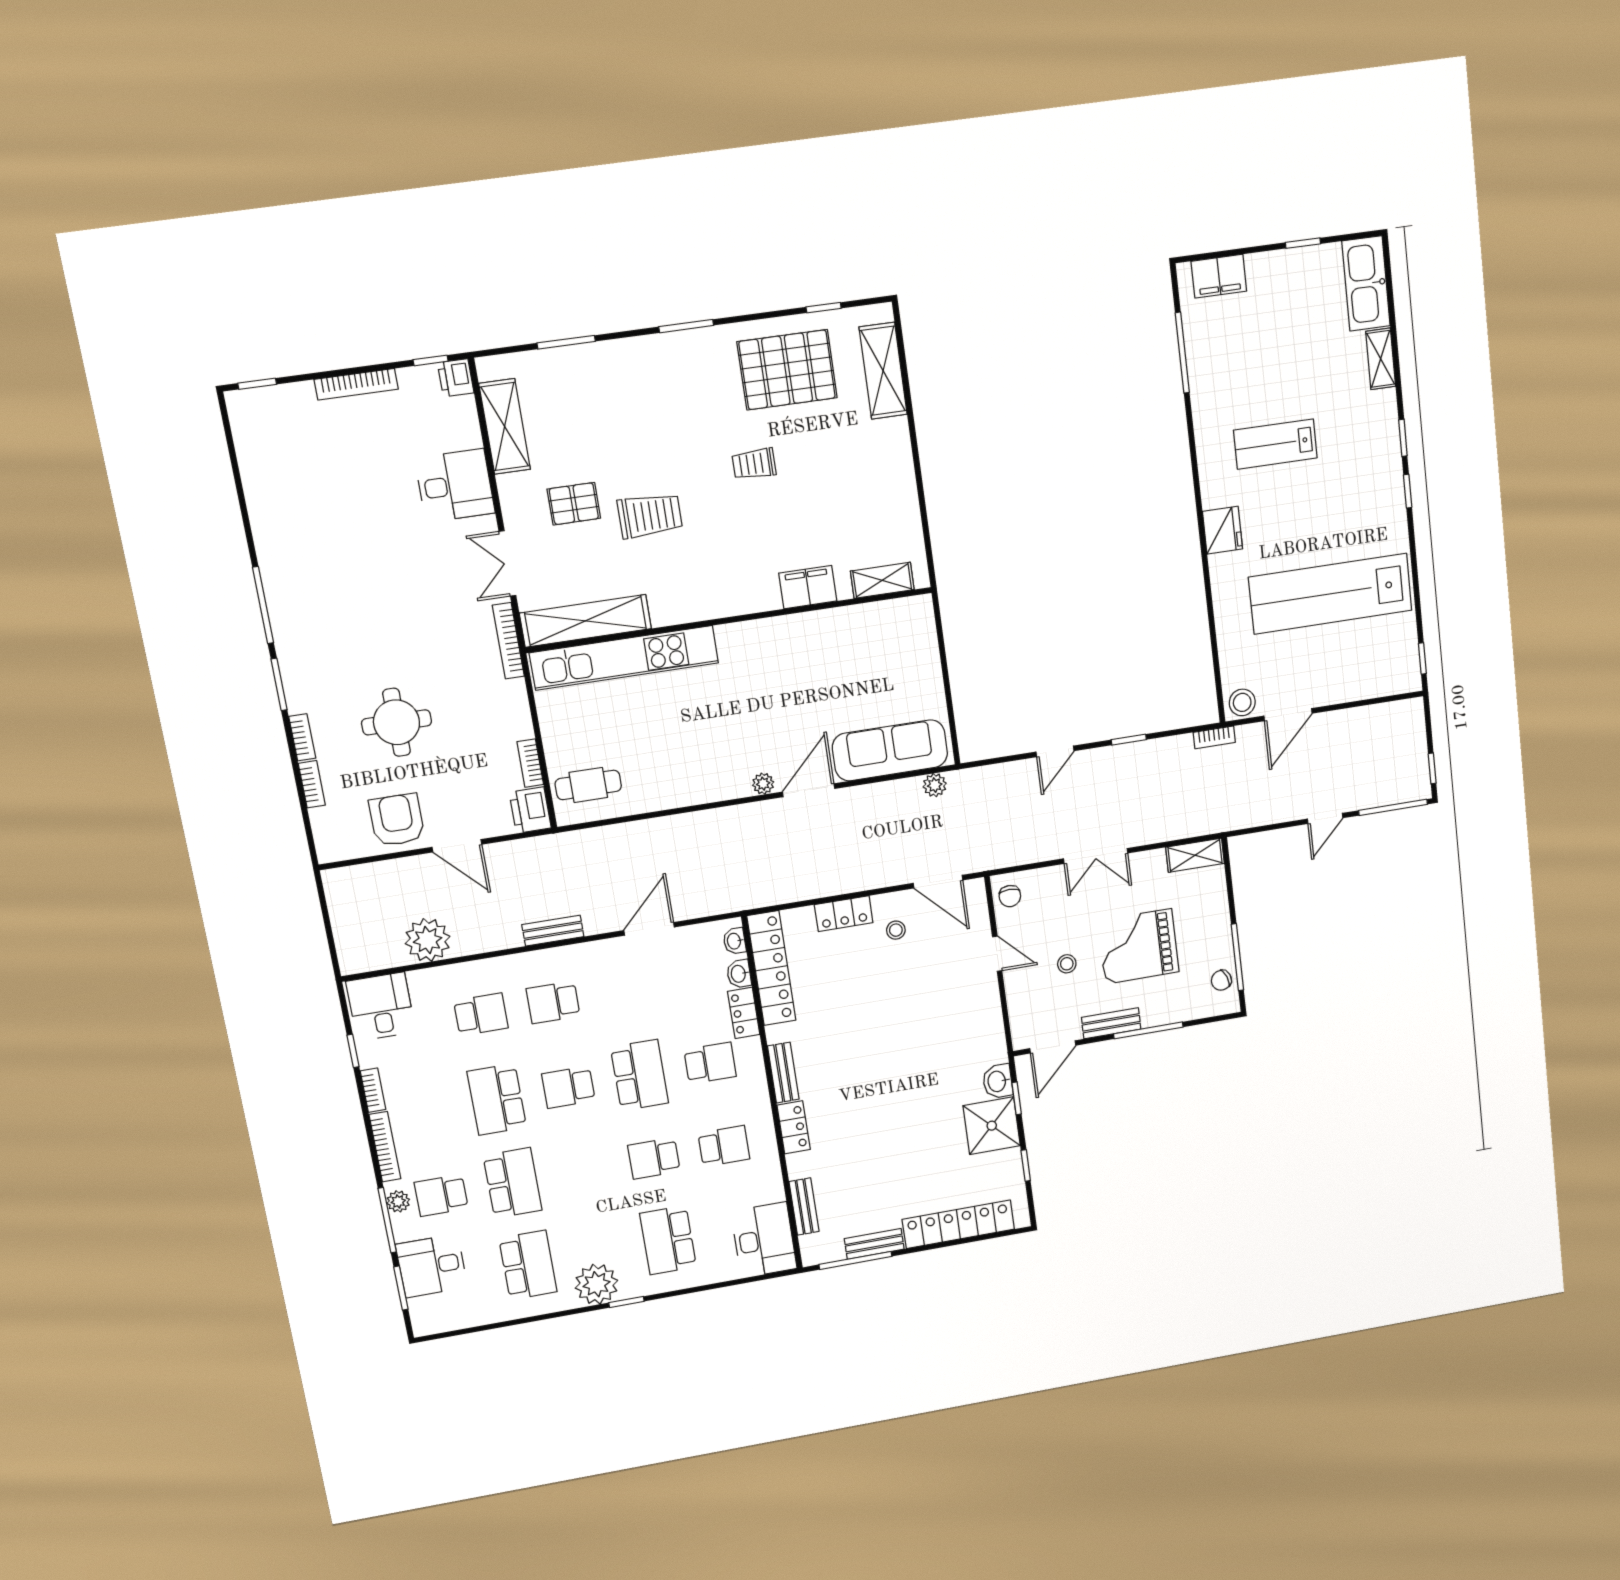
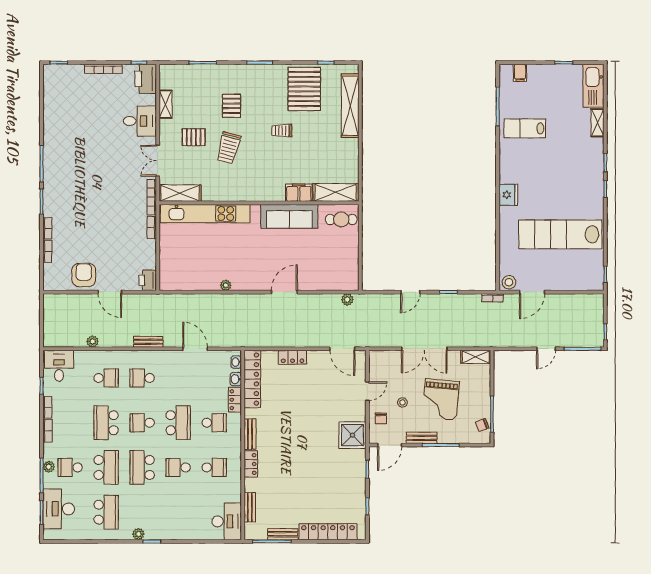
filing cabinet: (1219, 276) -> (520, 73), width x0.50
pallet: (787, 370) -> (304, 89), turned 90
shelving: (883, 371) -> (350, 106), width x1.47
printer: (456, 378) -> (146, 79), width x1.87, depth x1.48
shelving: (505, 426) -> (165, 104), width x0.67, depth x0.75
pallet: (642, 426) -> (231, 106), added
lab bench: (1275, 444) -> (525, 128), moved
trolley: (650, 515) -> (228, 148), turned 105
shelving: (882, 580) -> (336, 192), width x1.50, depth x1.33
shelving: (586, 621) -> (180, 193), width x0.68
round table: (397, 722) -> (92, 228), removed
sofa: (890, 750) -> (289, 216), moved, turned 180
bookcase: (530, 763) -> (152, 228), moved
plant: (763, 784) -> (226, 285), moved
cafe table: (588, 785) -> (341, 219), moved
double door: (1096, 856) -> (424, 349), width x1.37
chair: (1010, 896) -> (381, 418), moved
door: (649, 929) -> (195, 349), hinge flipped
stool: (896, 930) -> (318, 370), removed
plant: (428, 940) -> (93, 341), width x0.53, depth x0.53
grand piano: (1138, 946) -> (441, 400), turned -85
door: (997, 954) -> (367, 391), hinge flipped
washbasin: (998, 1081) -> (359, 458), removed
shower: (992, 1126) -> (352, 435), moved
bookcase: (385, 1147) -> (48, 431), width x0.64
school desk: (668, 1240) -> (142, 467), moved
desk: (432, 1266) -> (59, 509), width x1.37
plant: (596, 1284) -> (138, 534), width x0.53, depth x0.53

